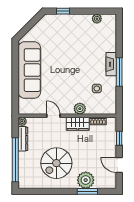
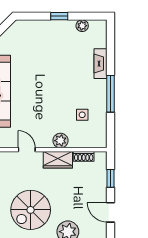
window: (63, 11) -> (59, 16), moved
fireplace: (111, 64) -> (101, 64), moved

